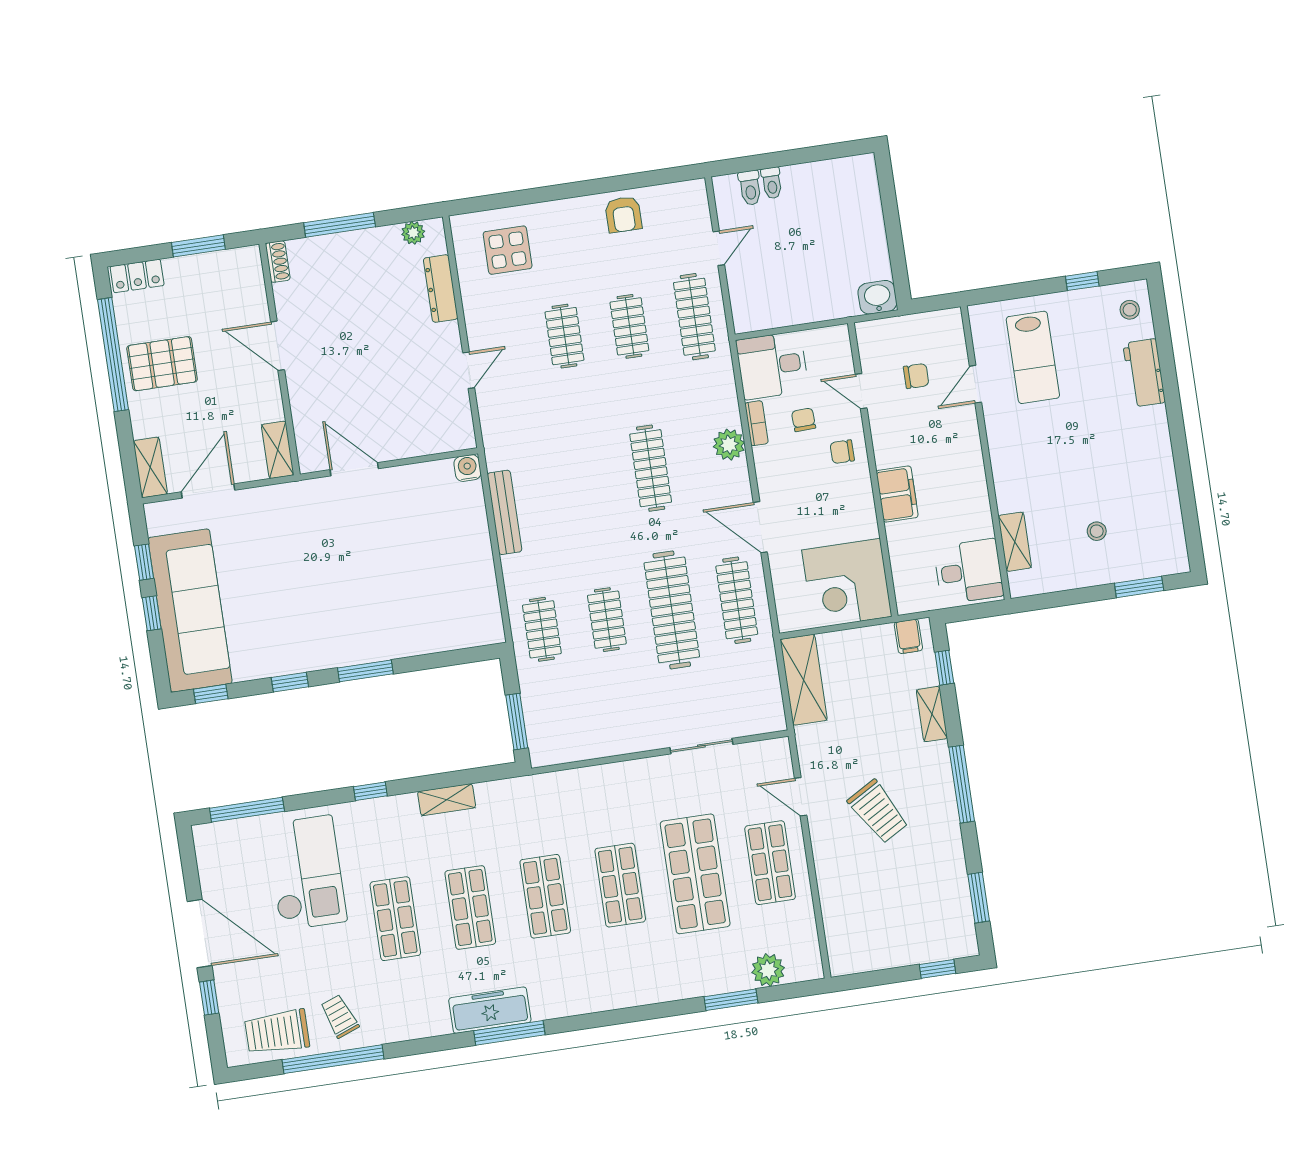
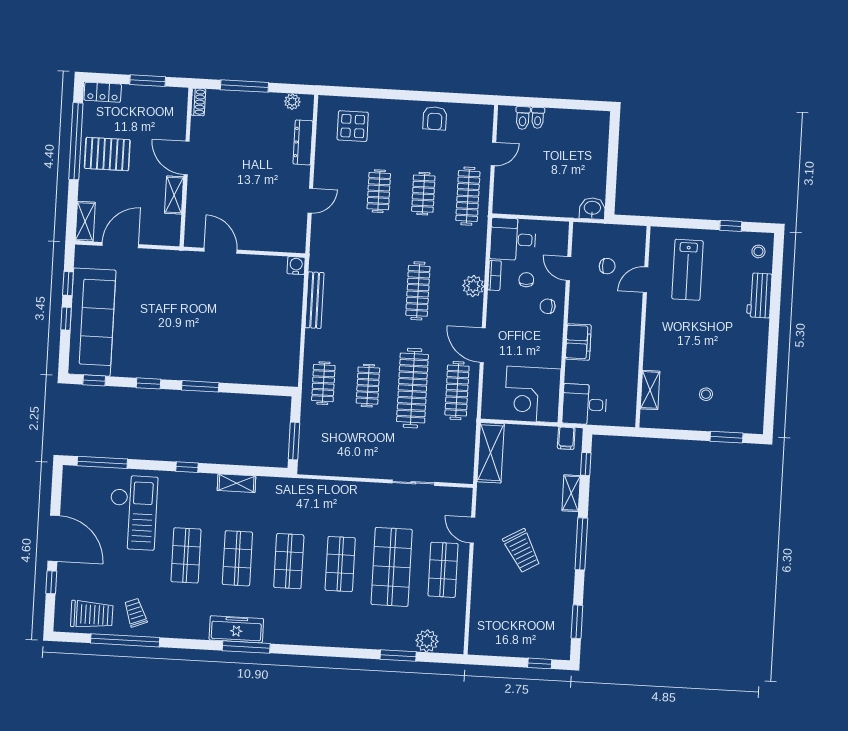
shelving: (278, 450) -> (174, 195), moved
desk: (969, 571) -> (584, 404), moved, turned 180
trolley: (277, 1032) -> (92, 614), turned 180

